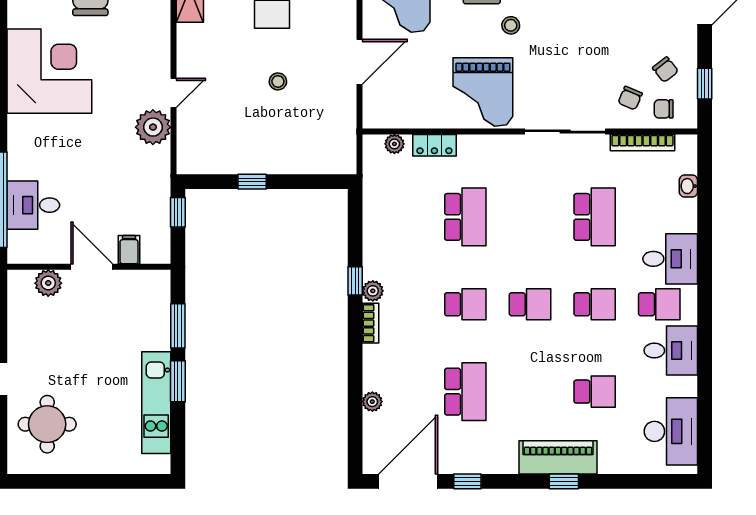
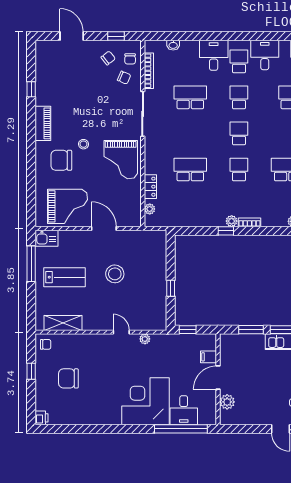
corner desk: (49, 71) -> (146, 401), moved
stool: (278, 81) -> (115, 274), width x1.89, depth x1.89
grand piano: (483, 92) -> (121, 160), turned 90
plant: (153, 127) -> (145, 339), width x0.53, depth x0.53

